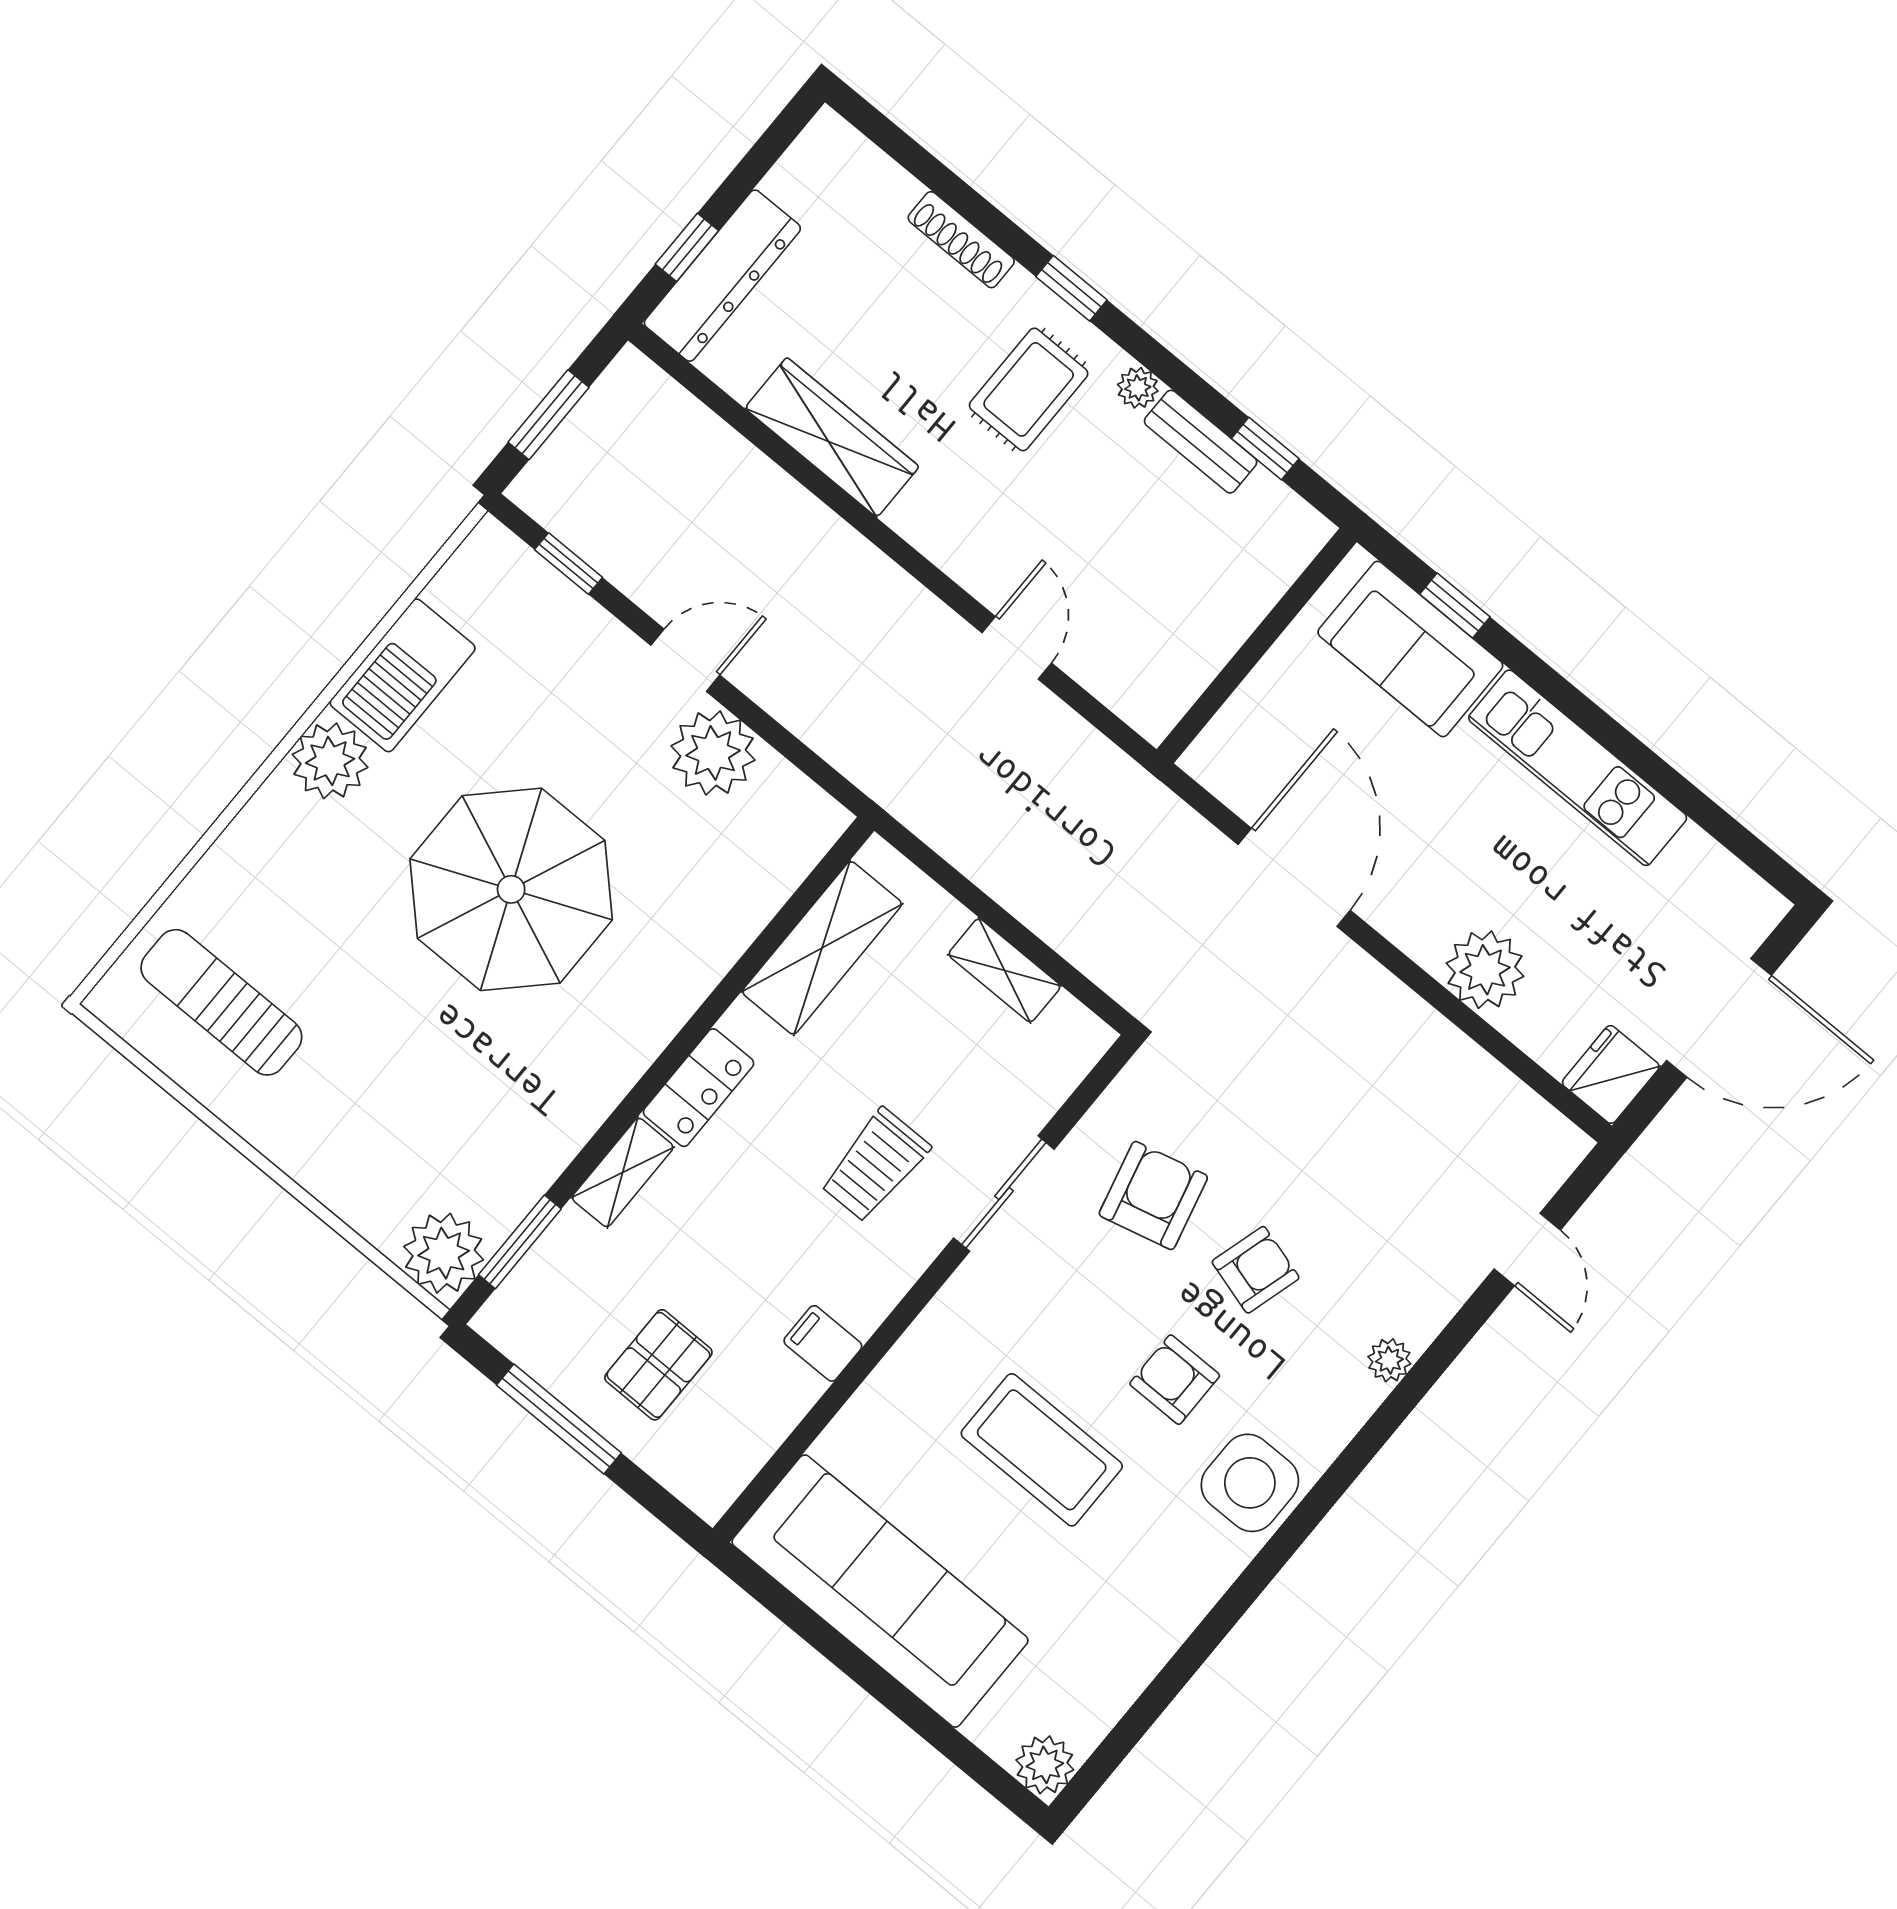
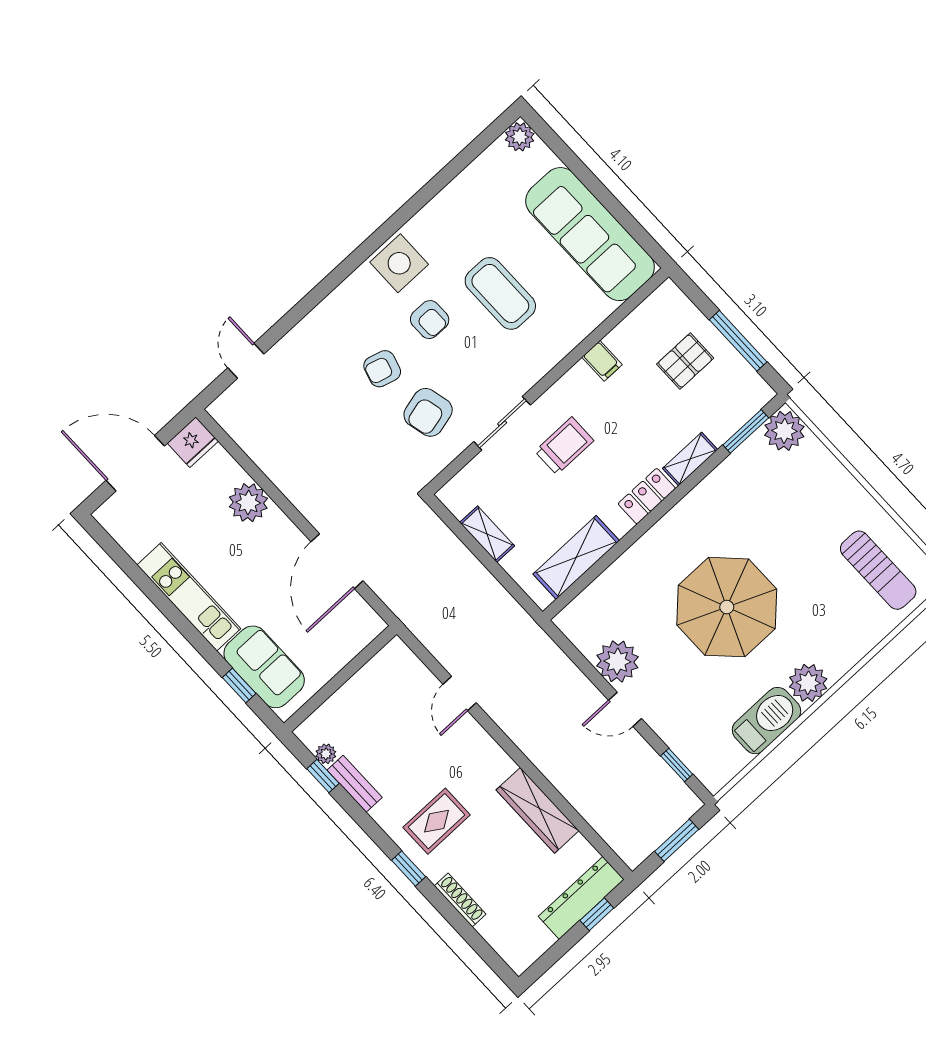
plant: (1138, 388) -> (326, 754), moved
plant: (1389, 1360) -> (322, 315), removed

